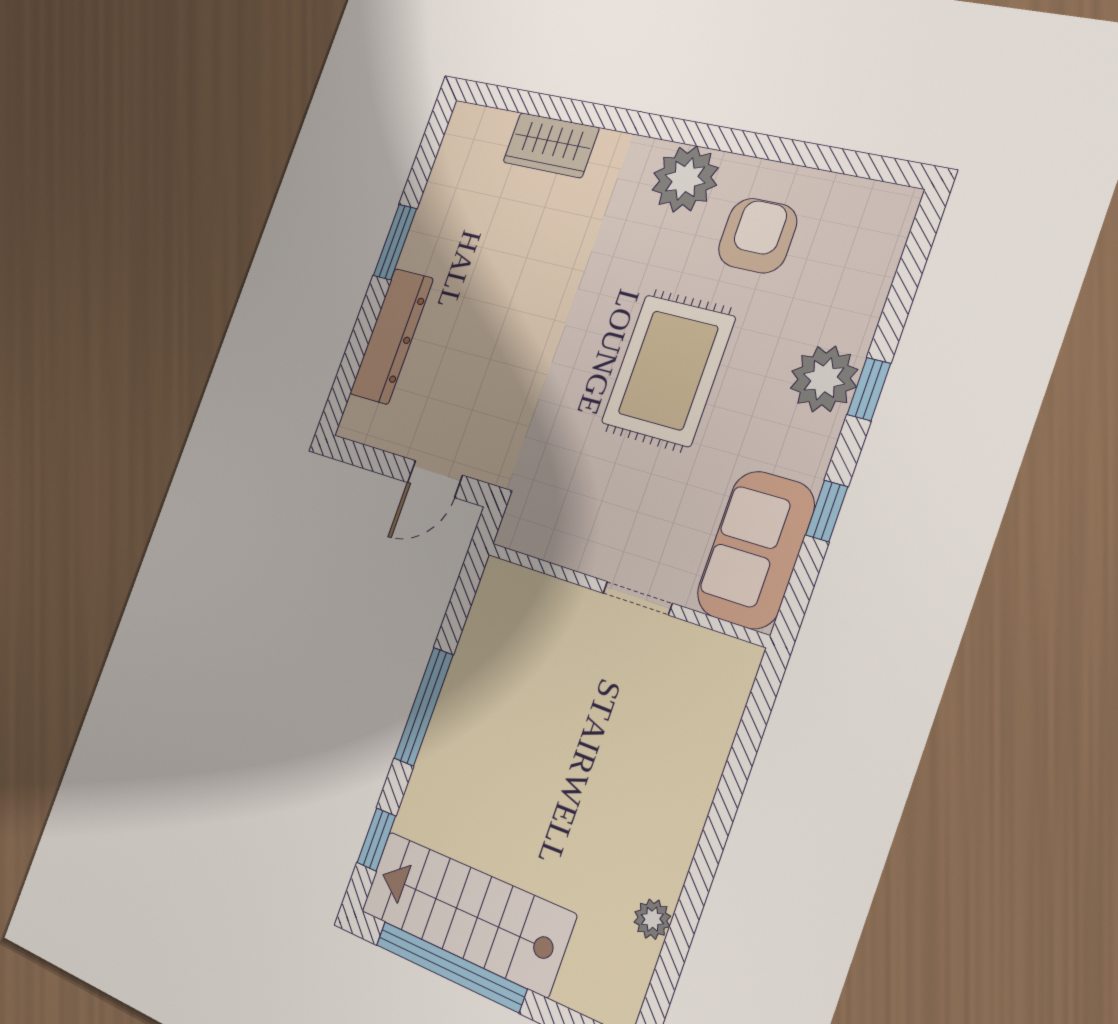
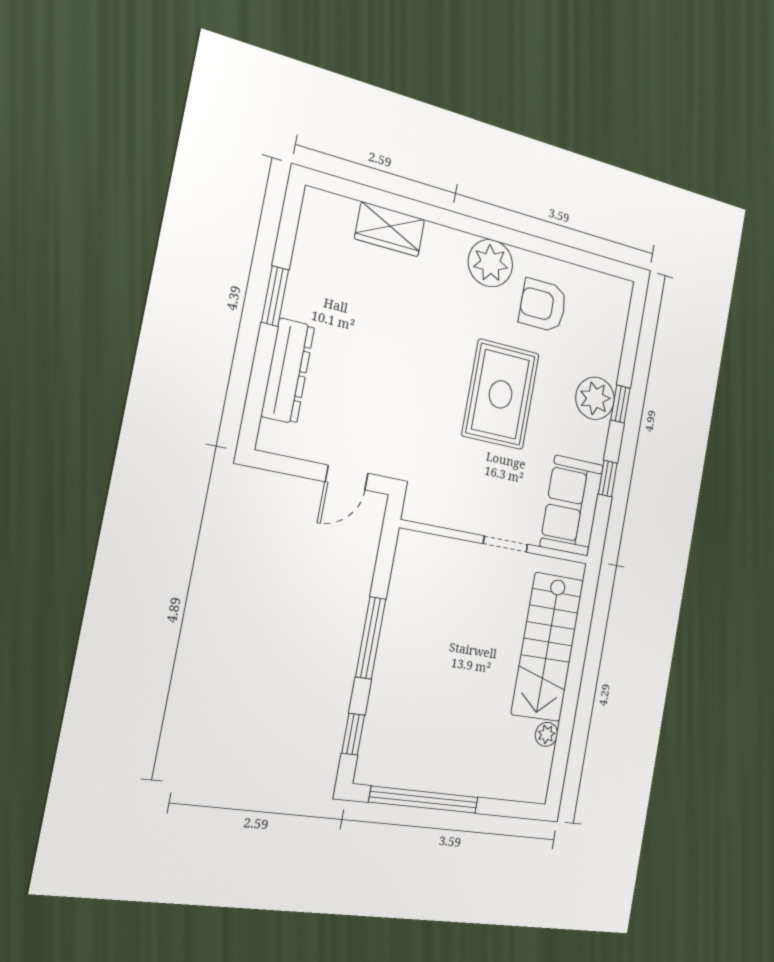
armchair: (757, 236) -> (543, 305), turned -90
stairs: (467, 913) -> (548, 647), moved, turned -90

